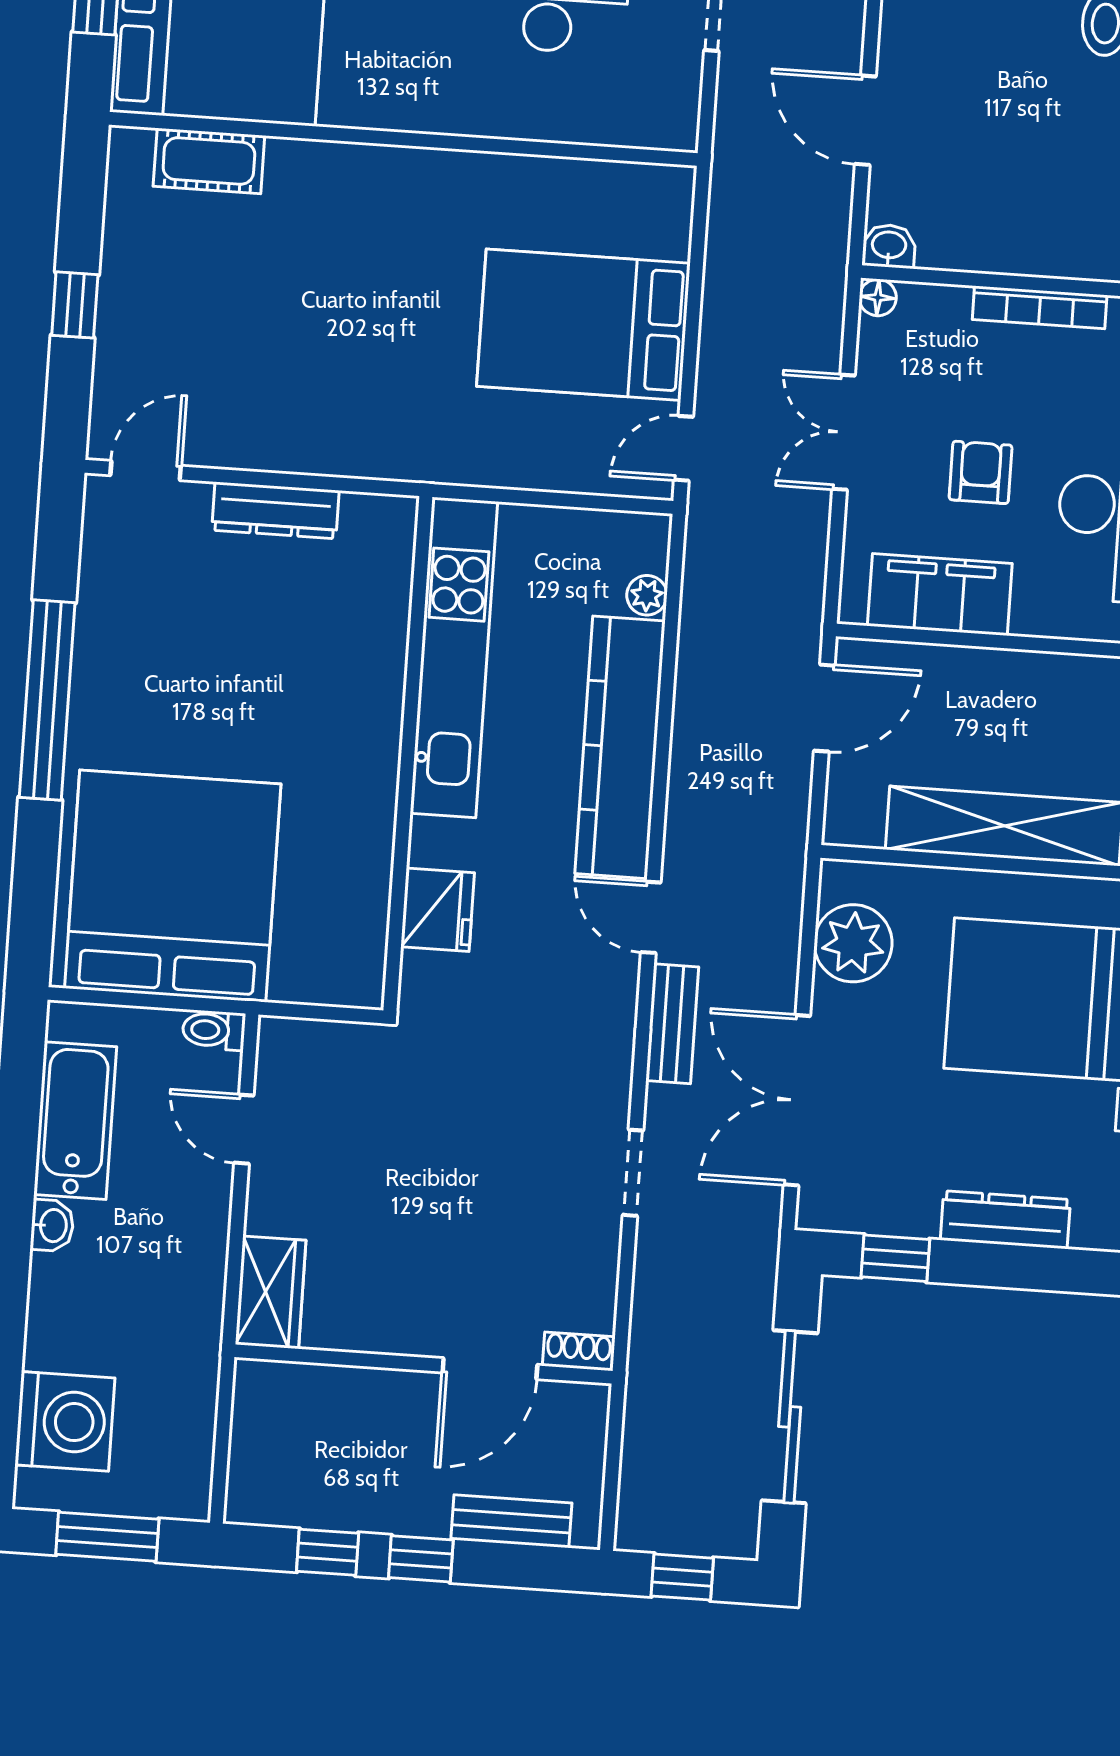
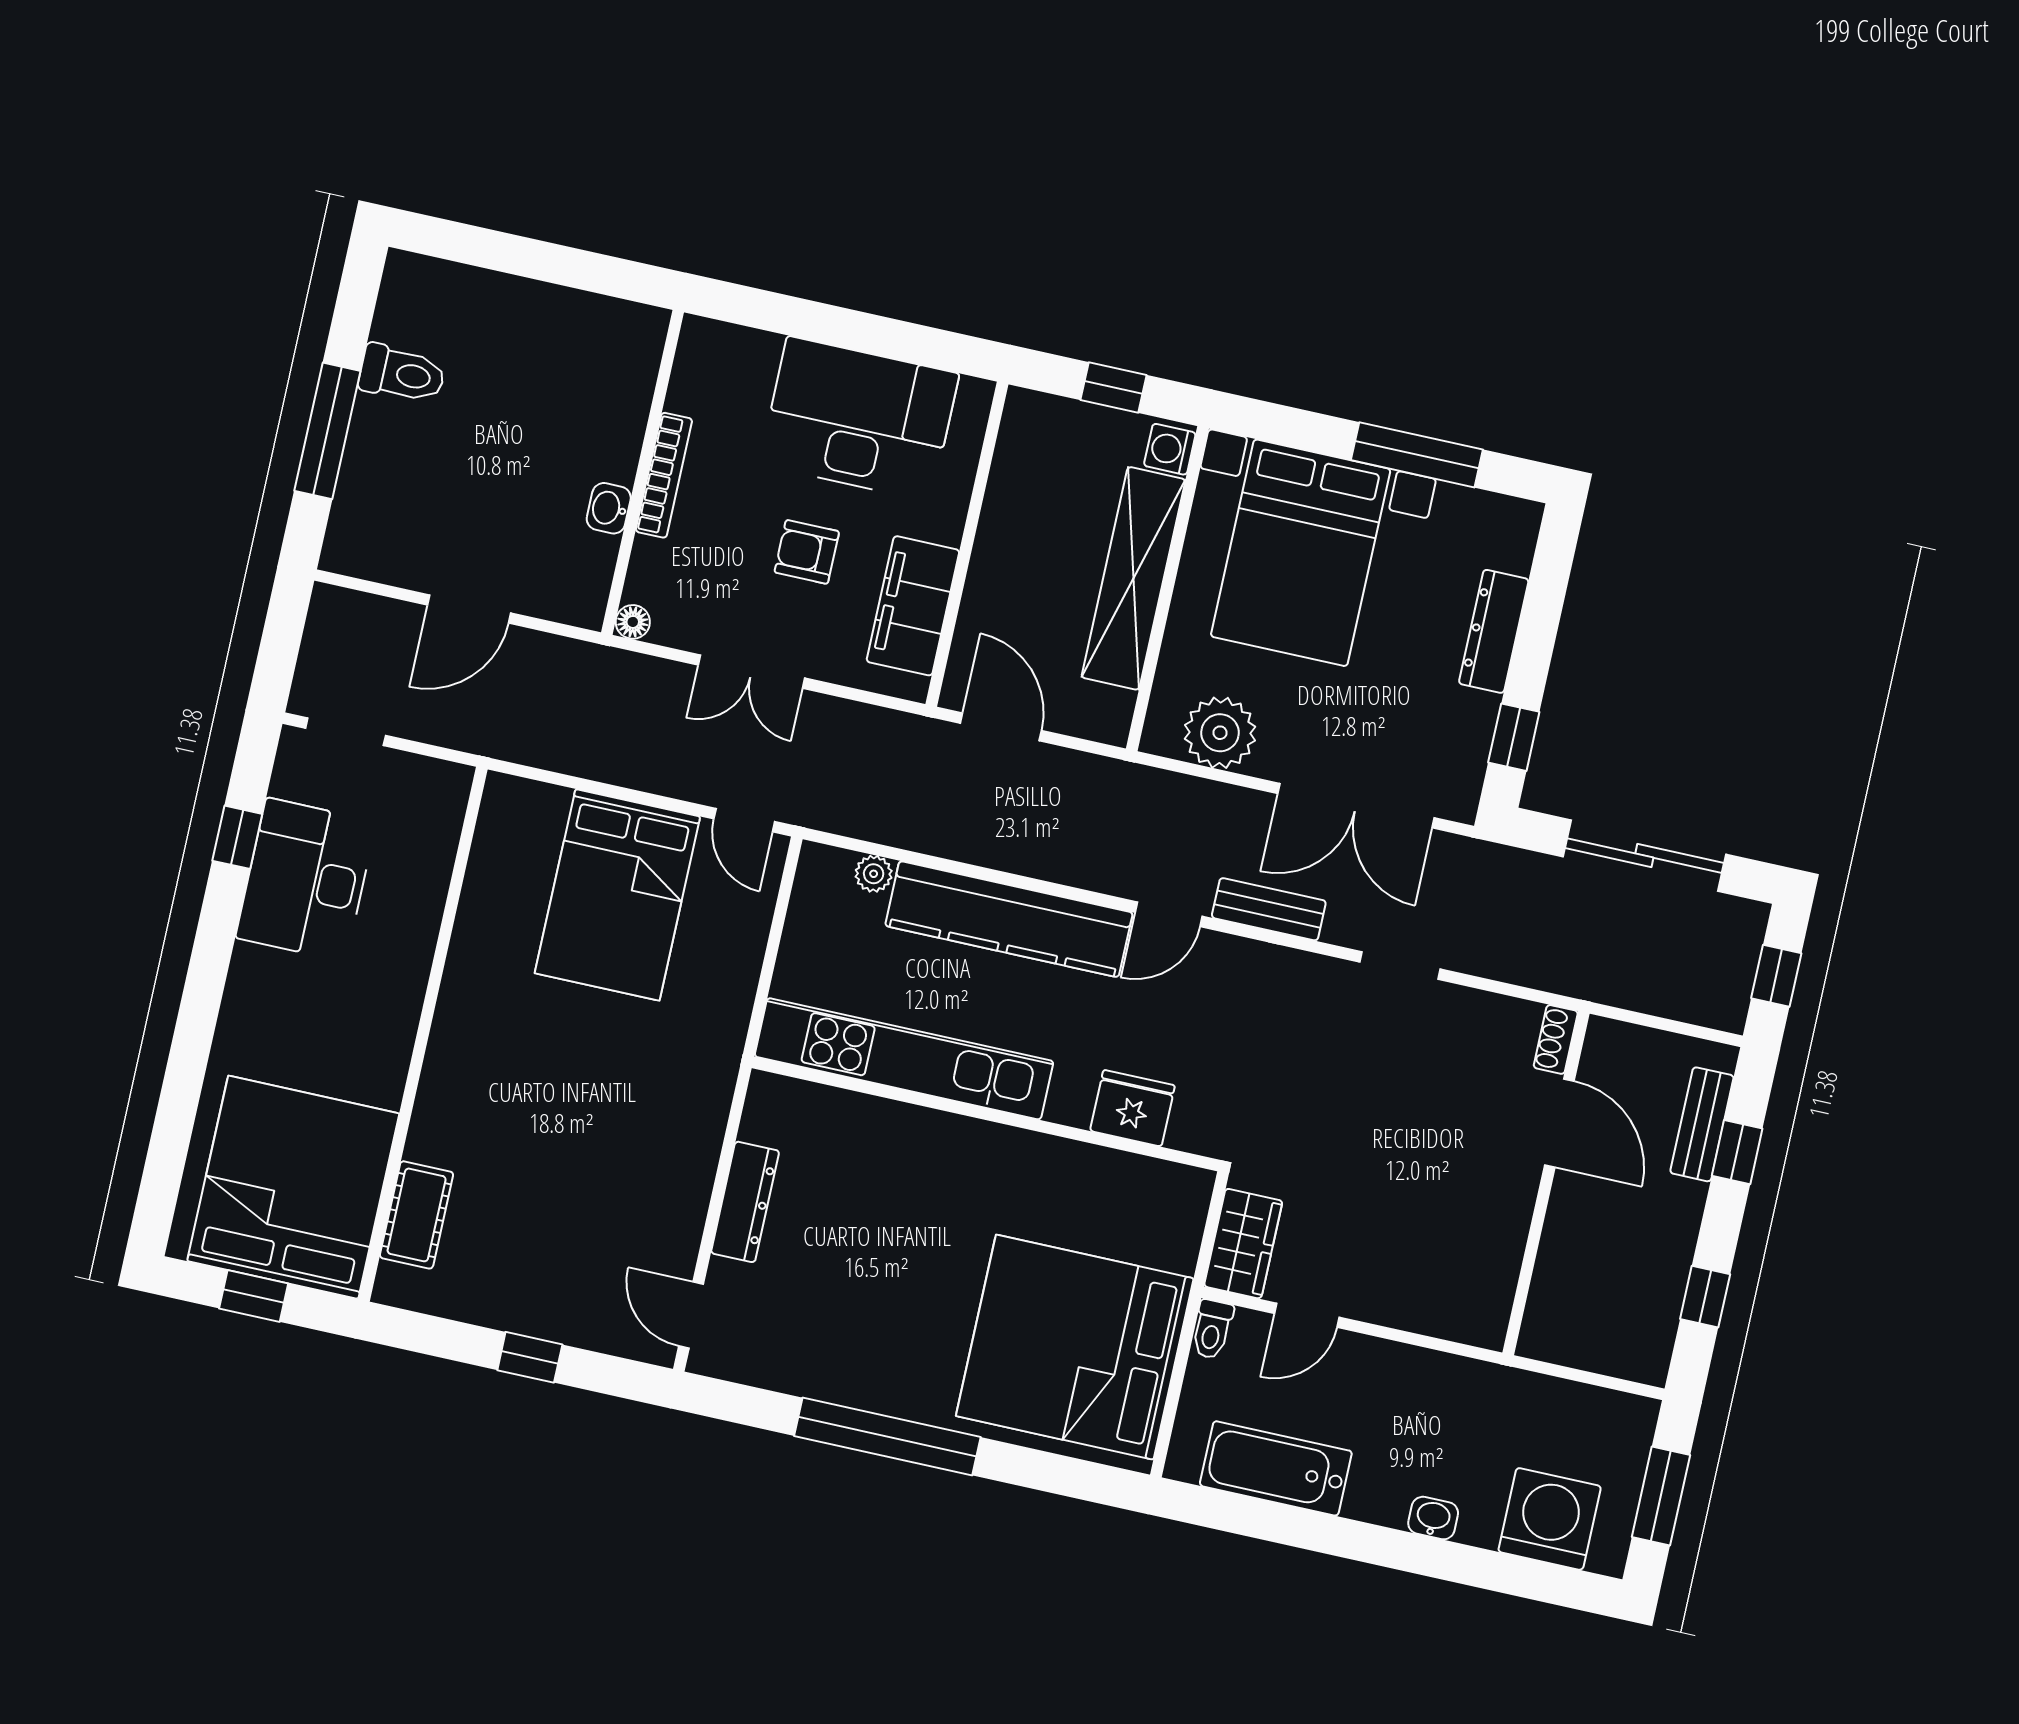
washbasin: (889, 246) -> (609, 508), moved
washbasin: (52, 1226) -> (1433, 1518), moved
wardrobe: (271, 1292) -> (1243, 1244), moved, turned 90
window: (421, 1559) -> (1737, 1152), moved

